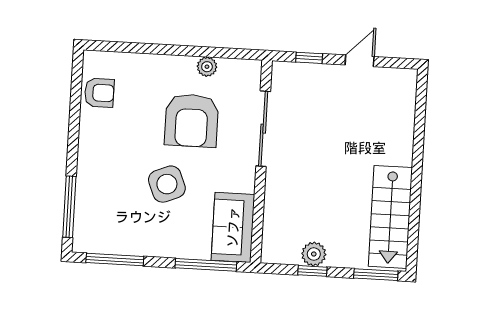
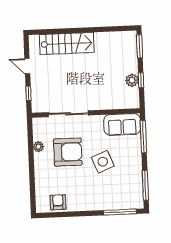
stairs: (390, 217) -> (67, 43), moved

